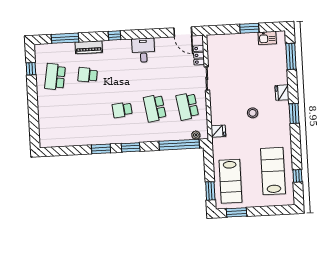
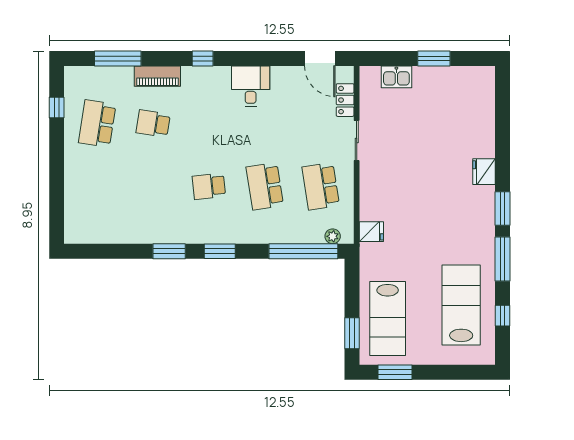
kitchen sink: (267, 38) -> (396, 77), moved
window: (291, 56) -> (502, 259), moved
stool: (253, 113) -> (432, 204), removed

